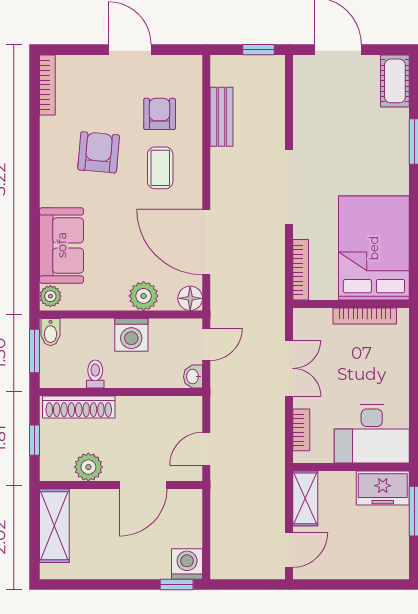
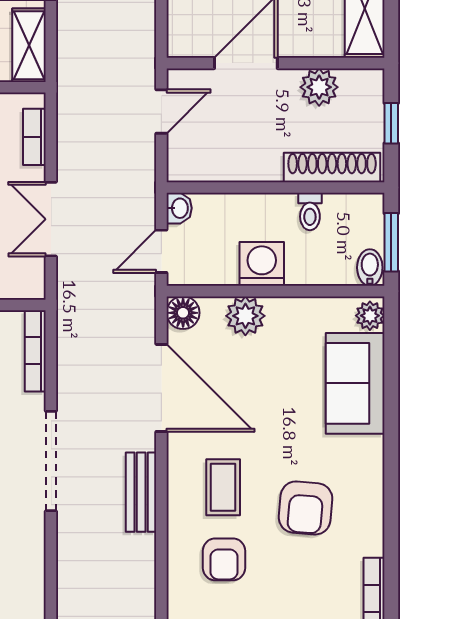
bench: (222, 117) -> (141, 492), moved

